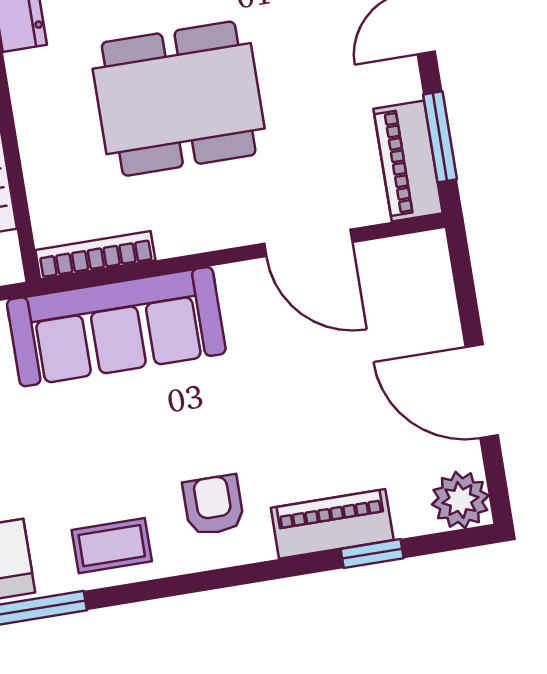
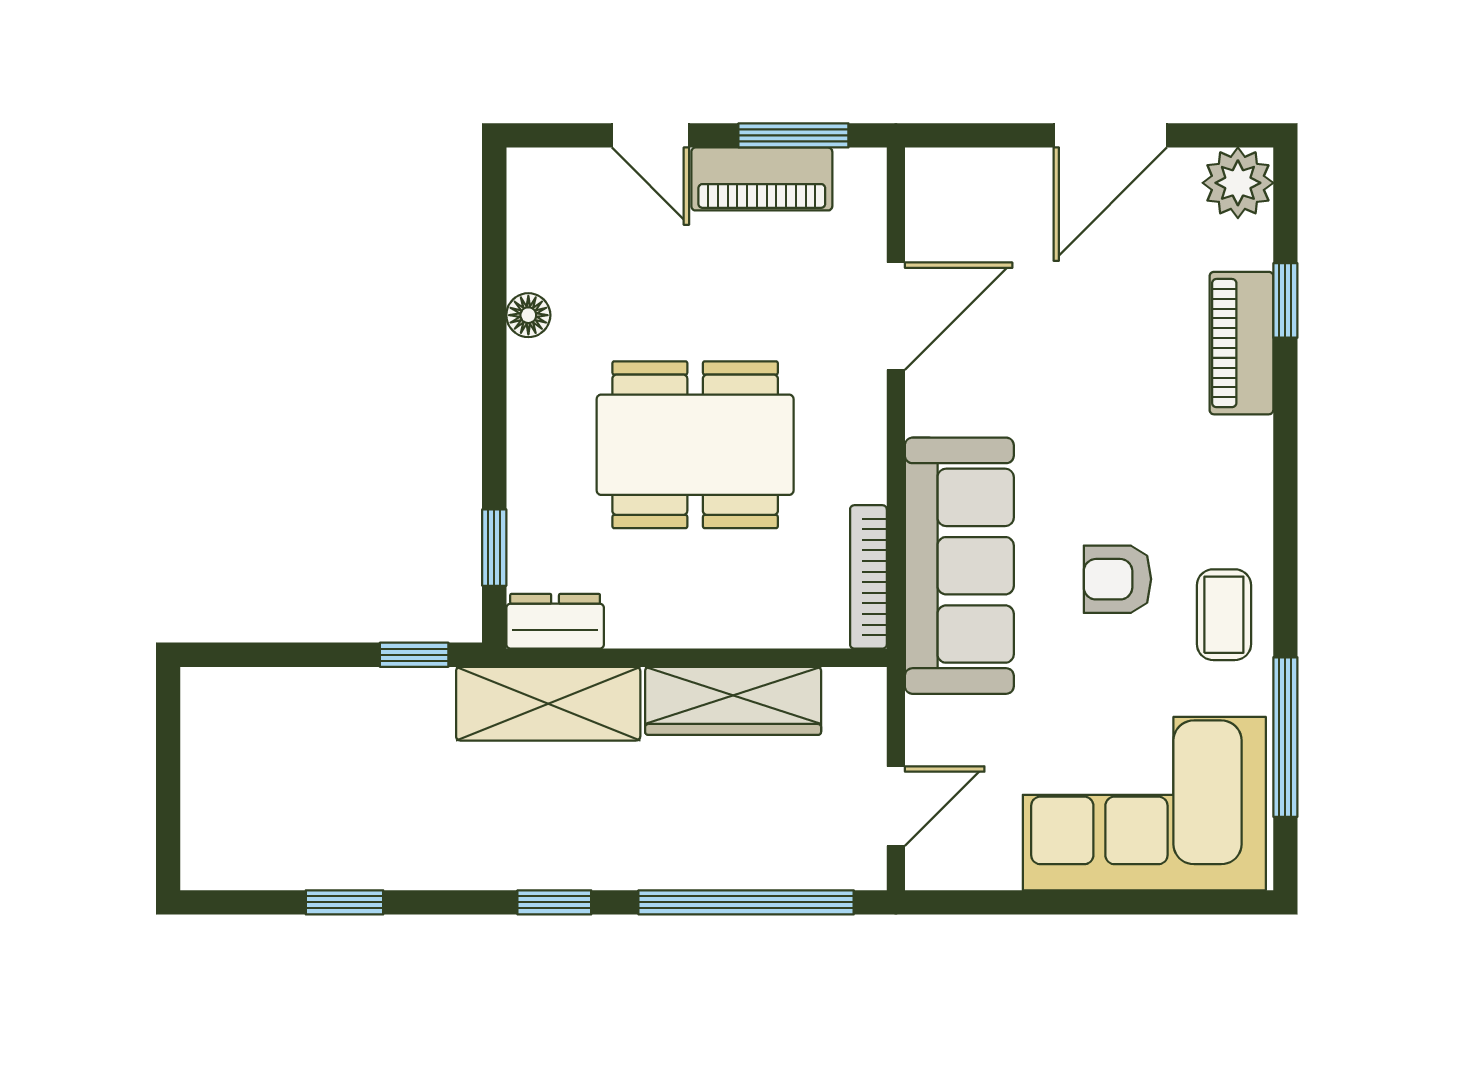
dining table: (179, 99) -> (695, 445), turned 90
piano: (408, 161) -> (762, 179), moved
armchair: (213, 505) -> (1117, 579), moved

